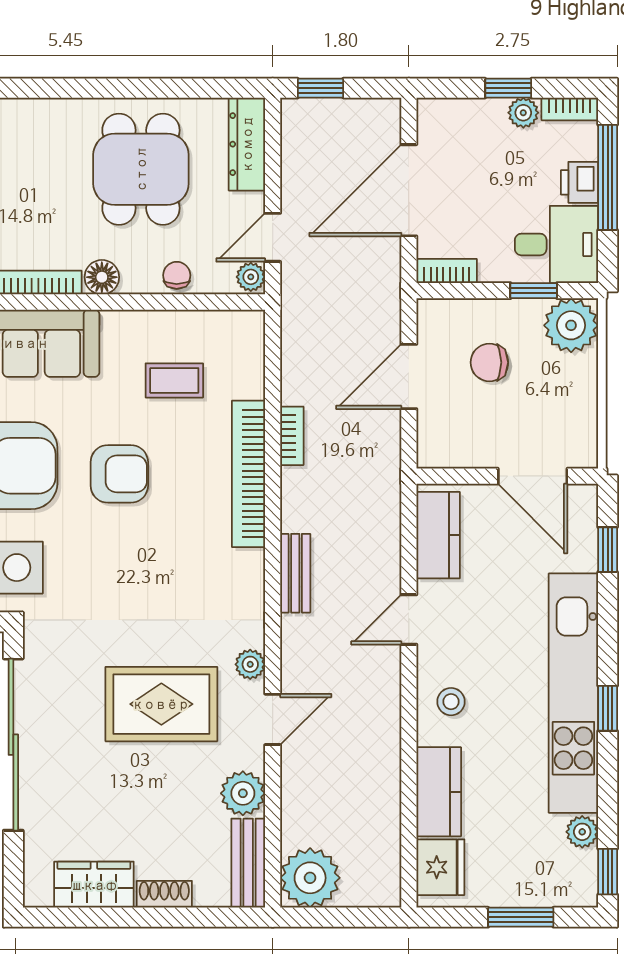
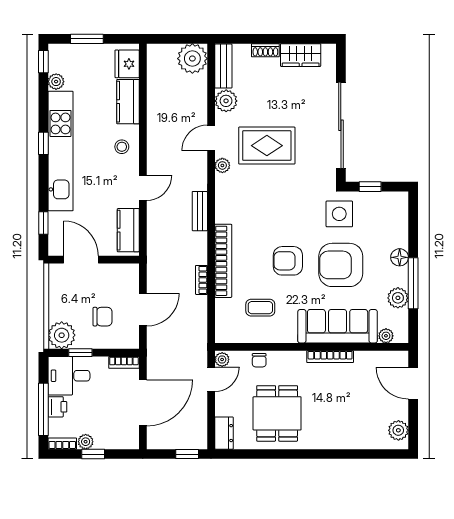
dresser: (247, 144) -> (224, 433), width x0.70
floor lamp: (102, 277) -> (297, 359), removed

